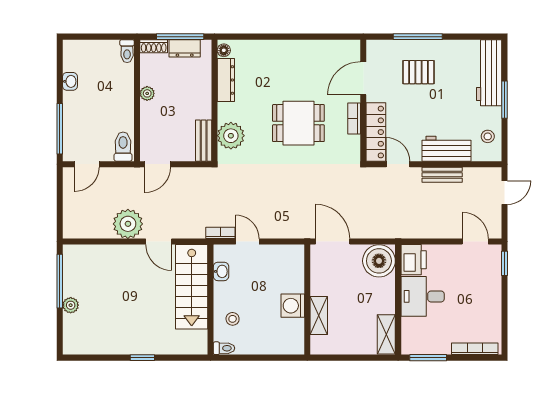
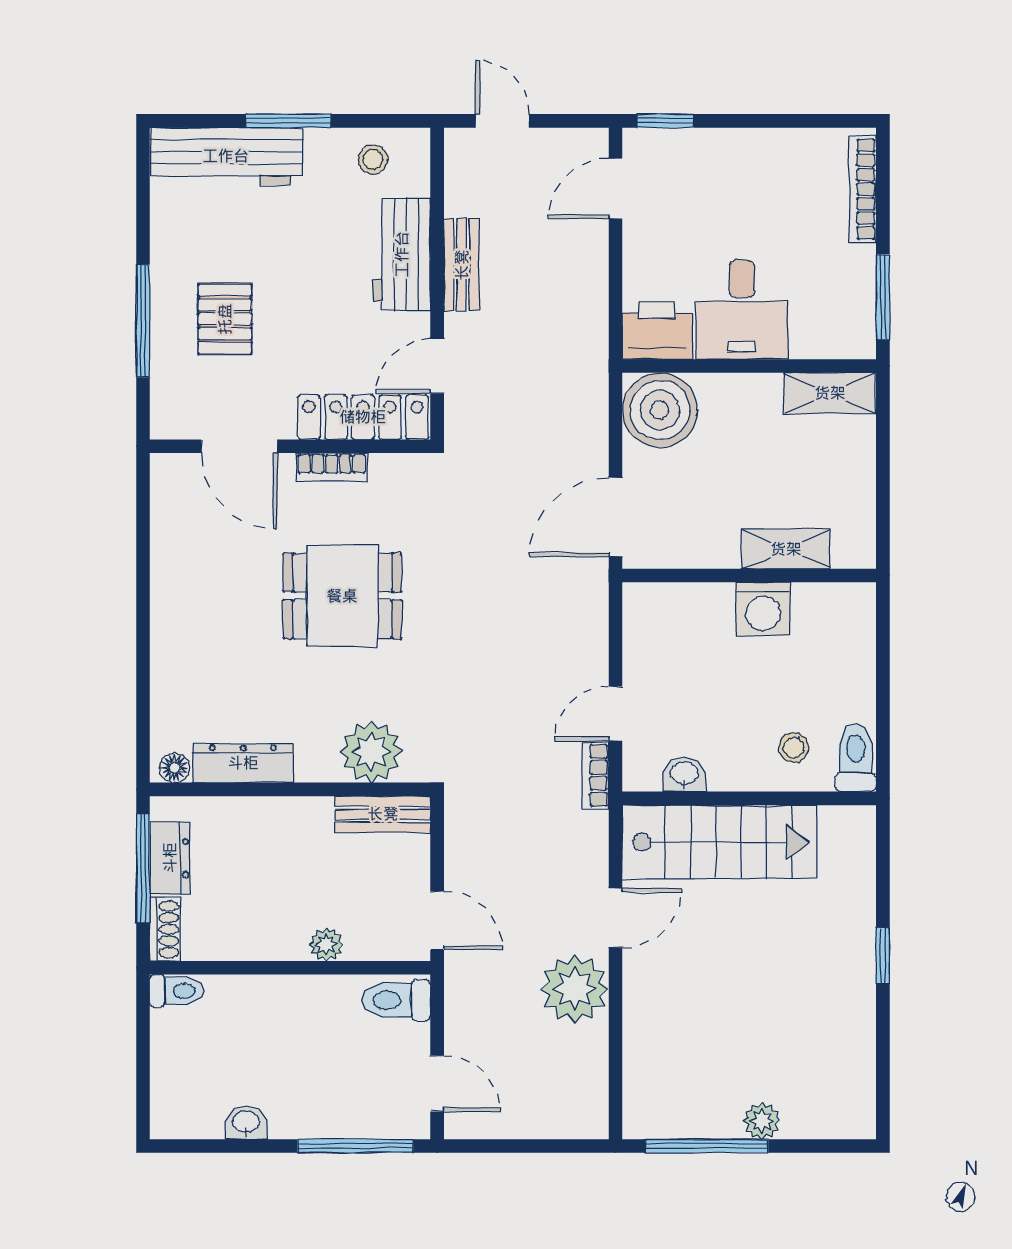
plant: (147, 93) -> (326, 944), moved
dining table: (298, 123) -> (342, 596), turned 90
toilet: (224, 348) -> (856, 758), width x1.37, depth x1.39

